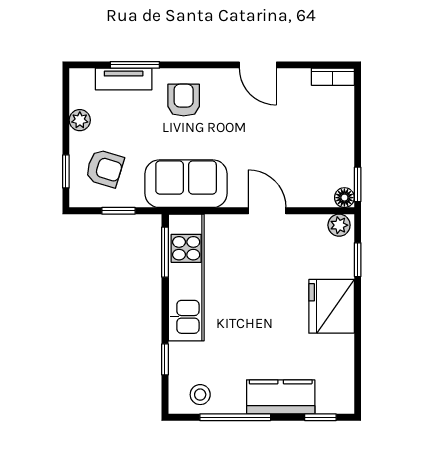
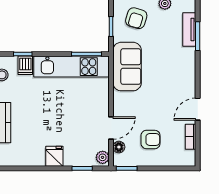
bookcase: (333, 77) -> (191, 137), moved
armchair: (184, 100) -> (151, 139), moved
floor lamp: (344, 198) -> (119, 147), moved
door: (267, 211) -> (111, 128), moved
fridge: (332, 306) -> (54, 156), width x0.53, depth x0.75
dishwasher: (184, 355) -> (25, 65), added

